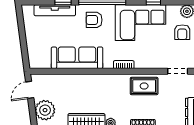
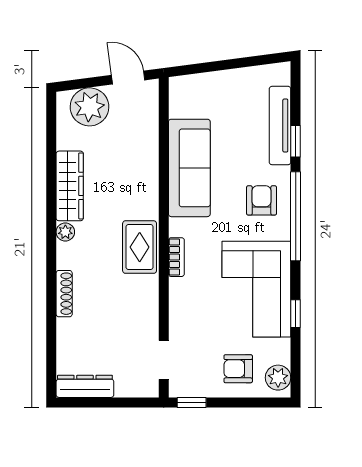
rug: (144, 86) -> (140, 247), moved

